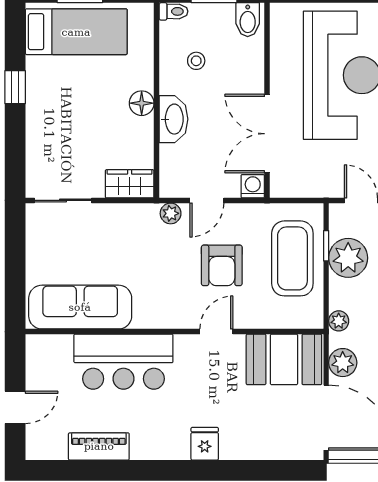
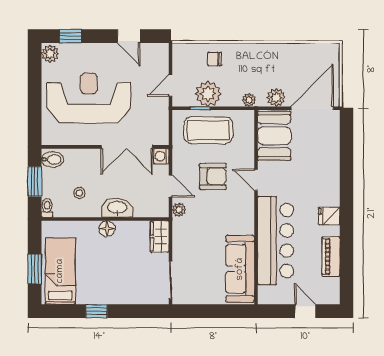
bar counter: (123, 362) -> (276, 240), width x1.36
fridge: (205, 444) -> (329, 216), moved

